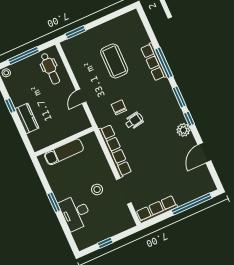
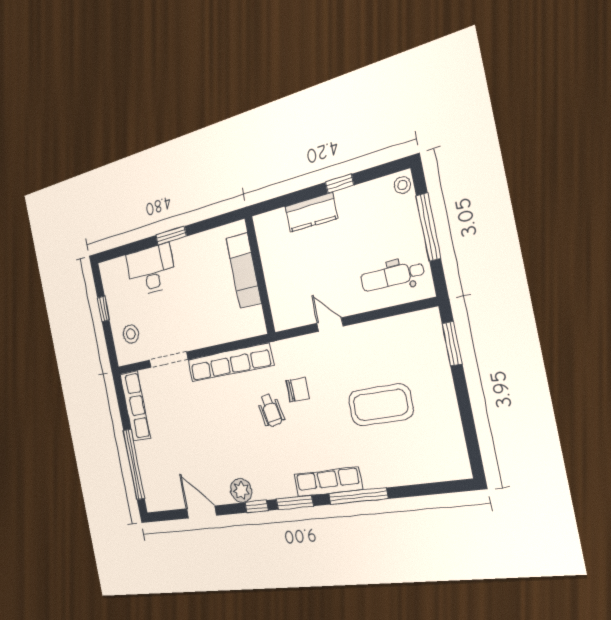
row of seats: (154, 62) -> (328, 482), moved
stool: (97, 189) -> (131, 334), moved

